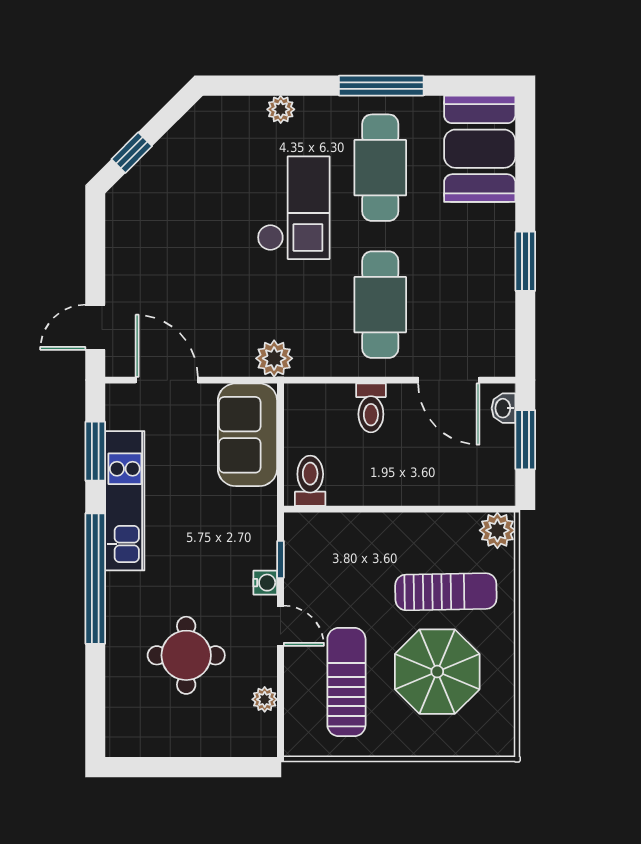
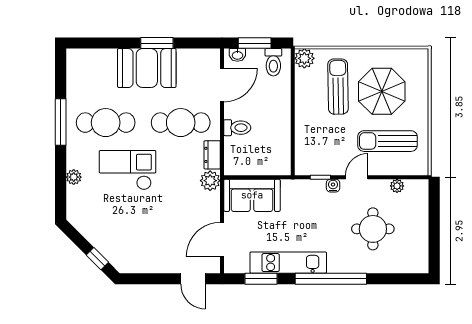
booth: (480, 149) -> (147, 68), moved
dresser: (321, 362) -> (212, 155), added
toilet: (310, 481) -> (273, 62), moved, turned -90

